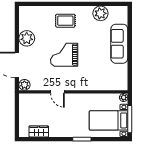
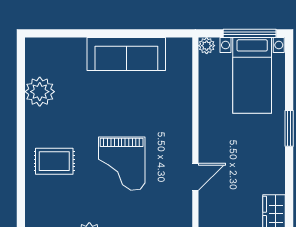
rug: (65, 21) -> (54, 161), turned 90
sofa: (119, 44) -> (126, 54), moved

